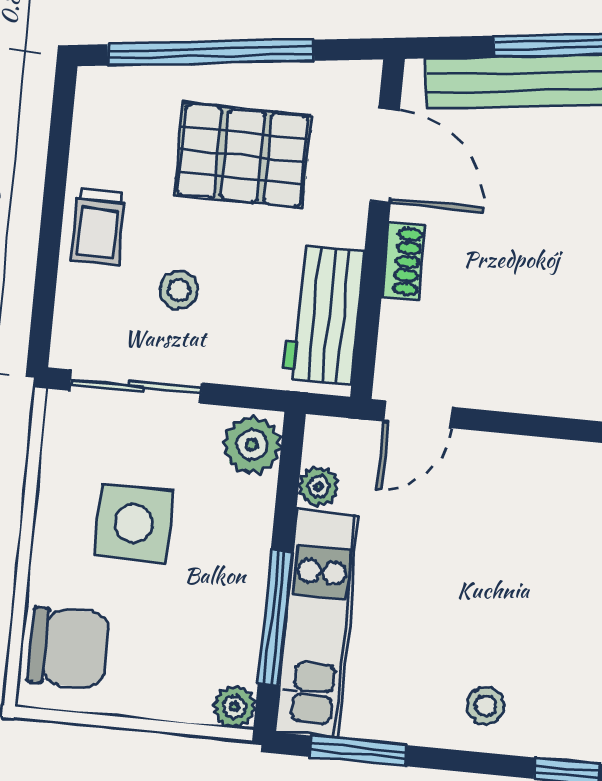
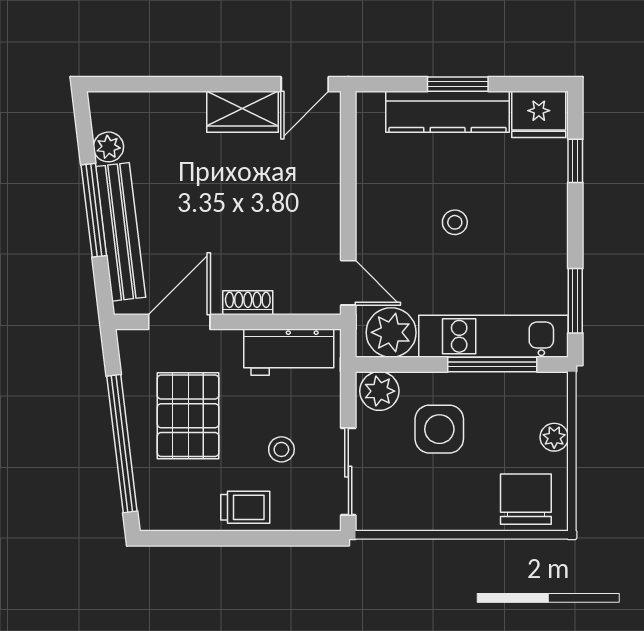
plant: (319, 487) -> (391, 332), width x1.88, depth x1.88
side table: (134, 524) -> (439, 429), moved
stool: (486, 706) -> (455, 222), moved
plant: (234, 707) -> (554, 437), moved

